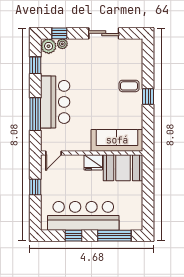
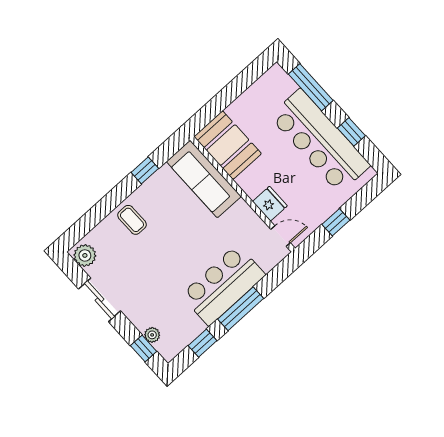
plant: (49, 46) -> (85, 255), moved
window: (148, 96) -> (145, 170), moved
window: (35, 114) -> (241, 309), moved
fridge: (93, 162) -> (270, 204), moved

